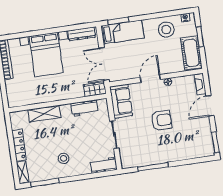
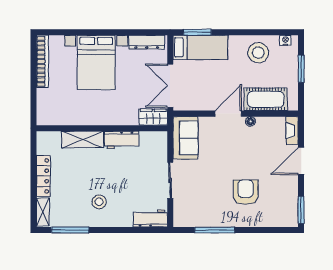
cot: (191, 53) -> (266, 99), moved, turned 90
workbench: (84, 108) -> (122, 140), moved
armchair: (161, 120) -> (246, 192), moved, turned -90

